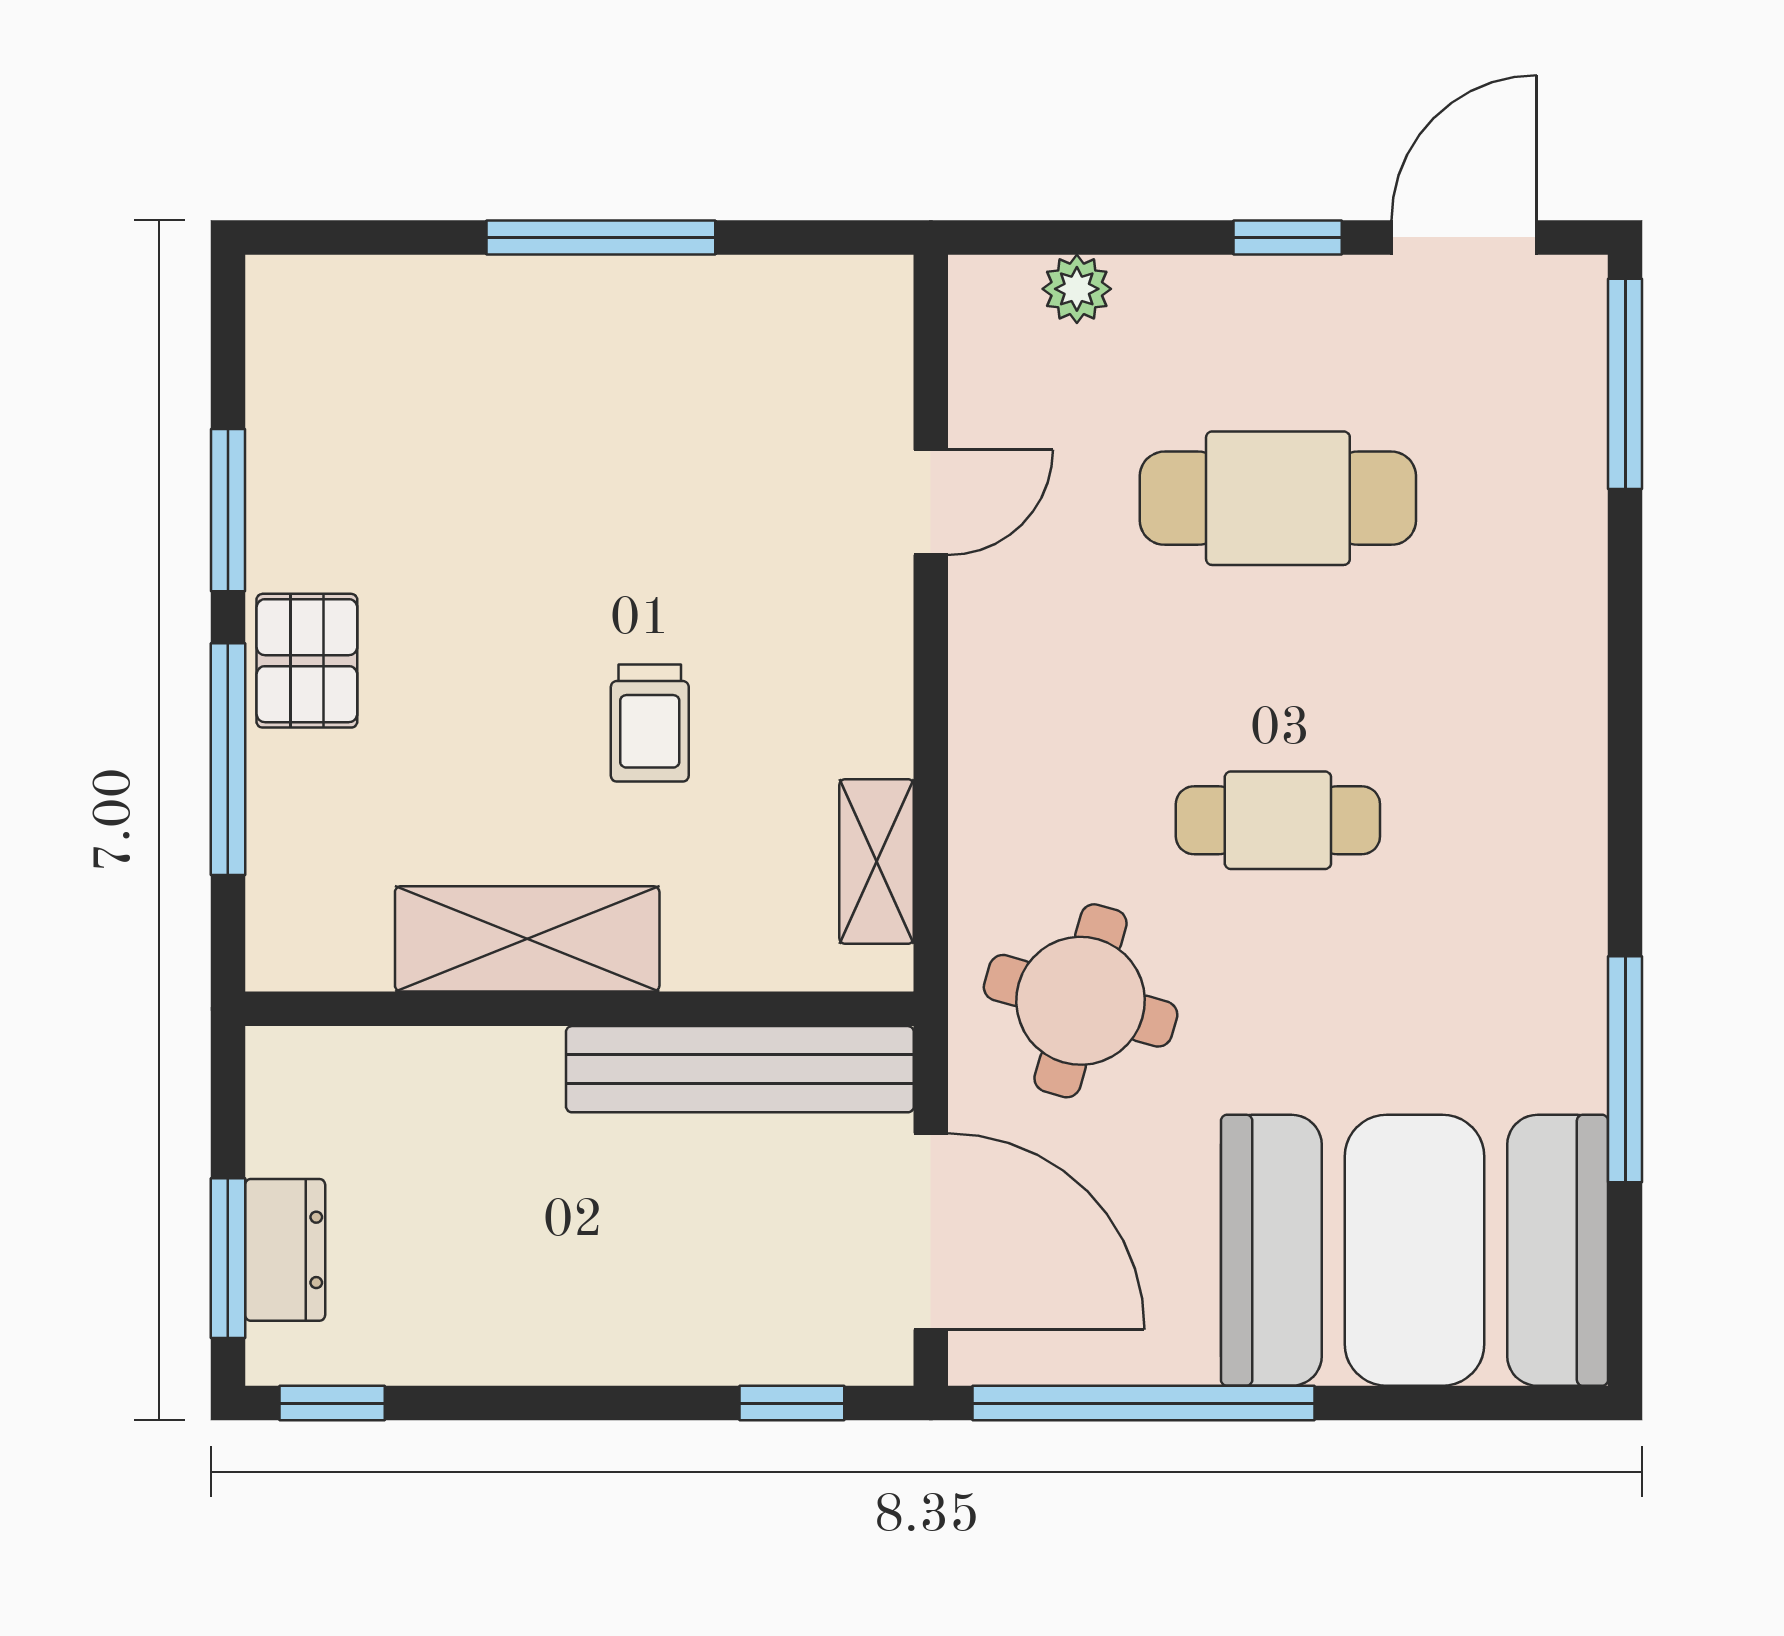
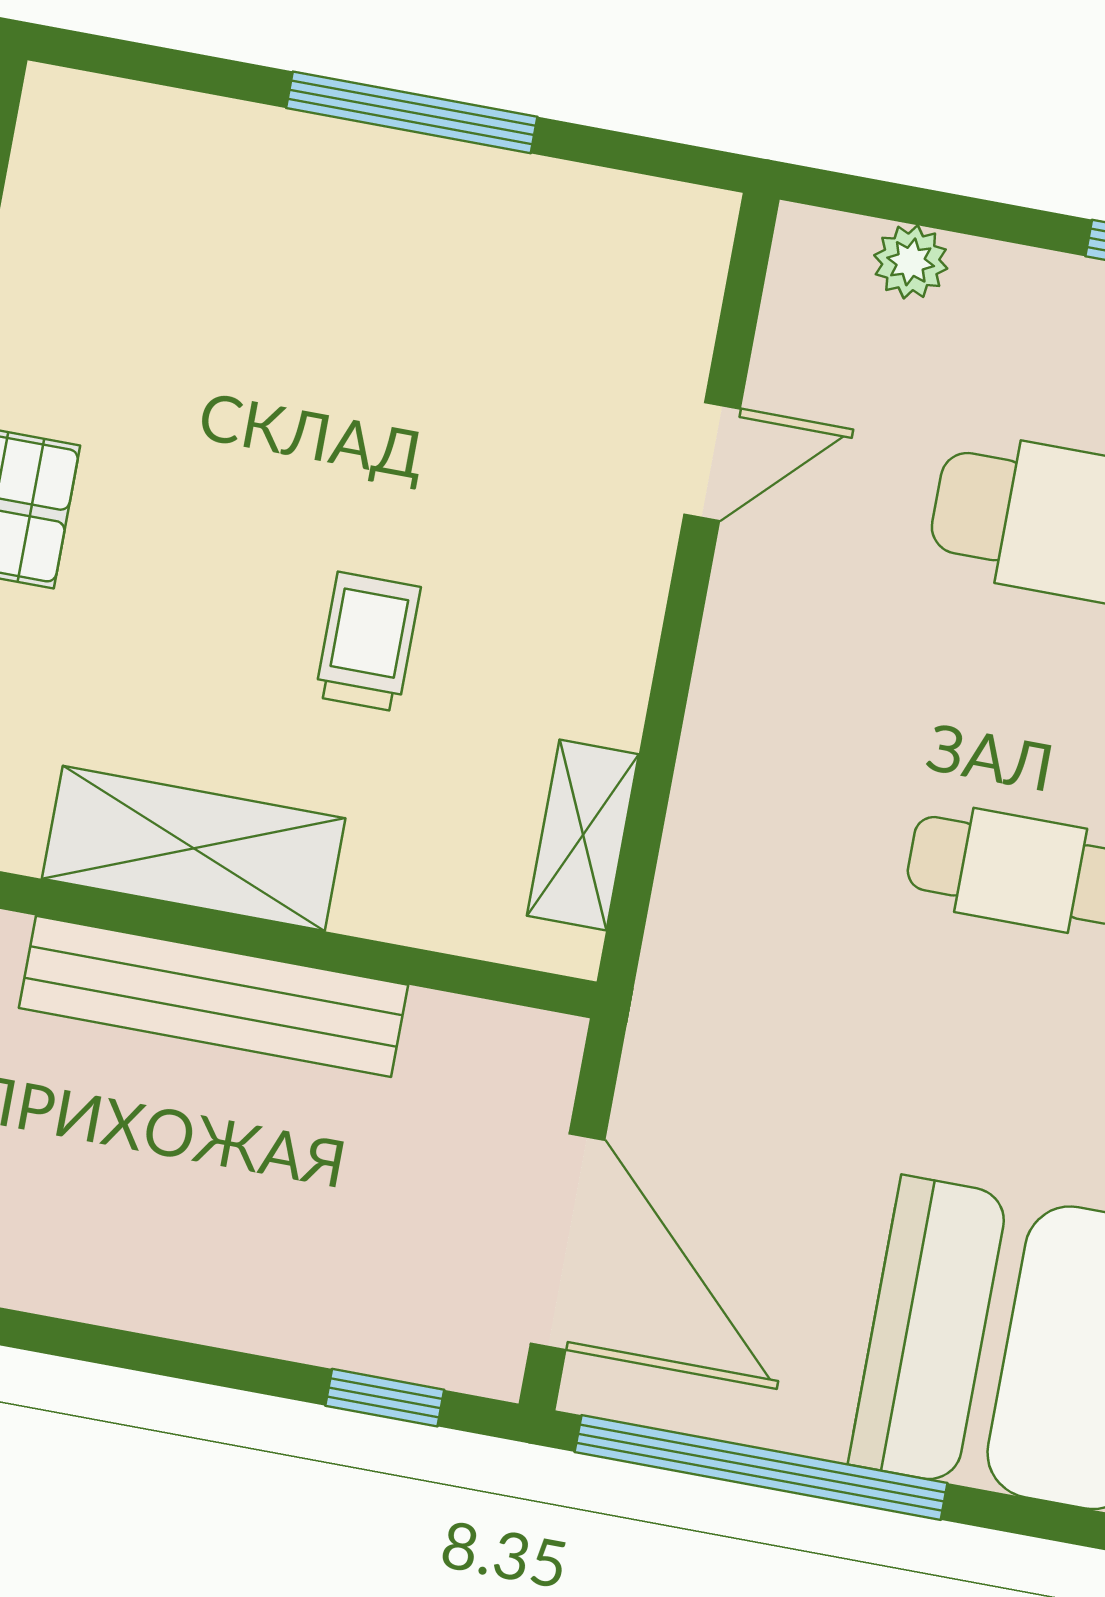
trolley: (650, 723) -> (368, 642), turned 180
round table: (1081, 1001) -> (774, 1024), removed
bench: (740, 1069) -> (213, 996), moved

